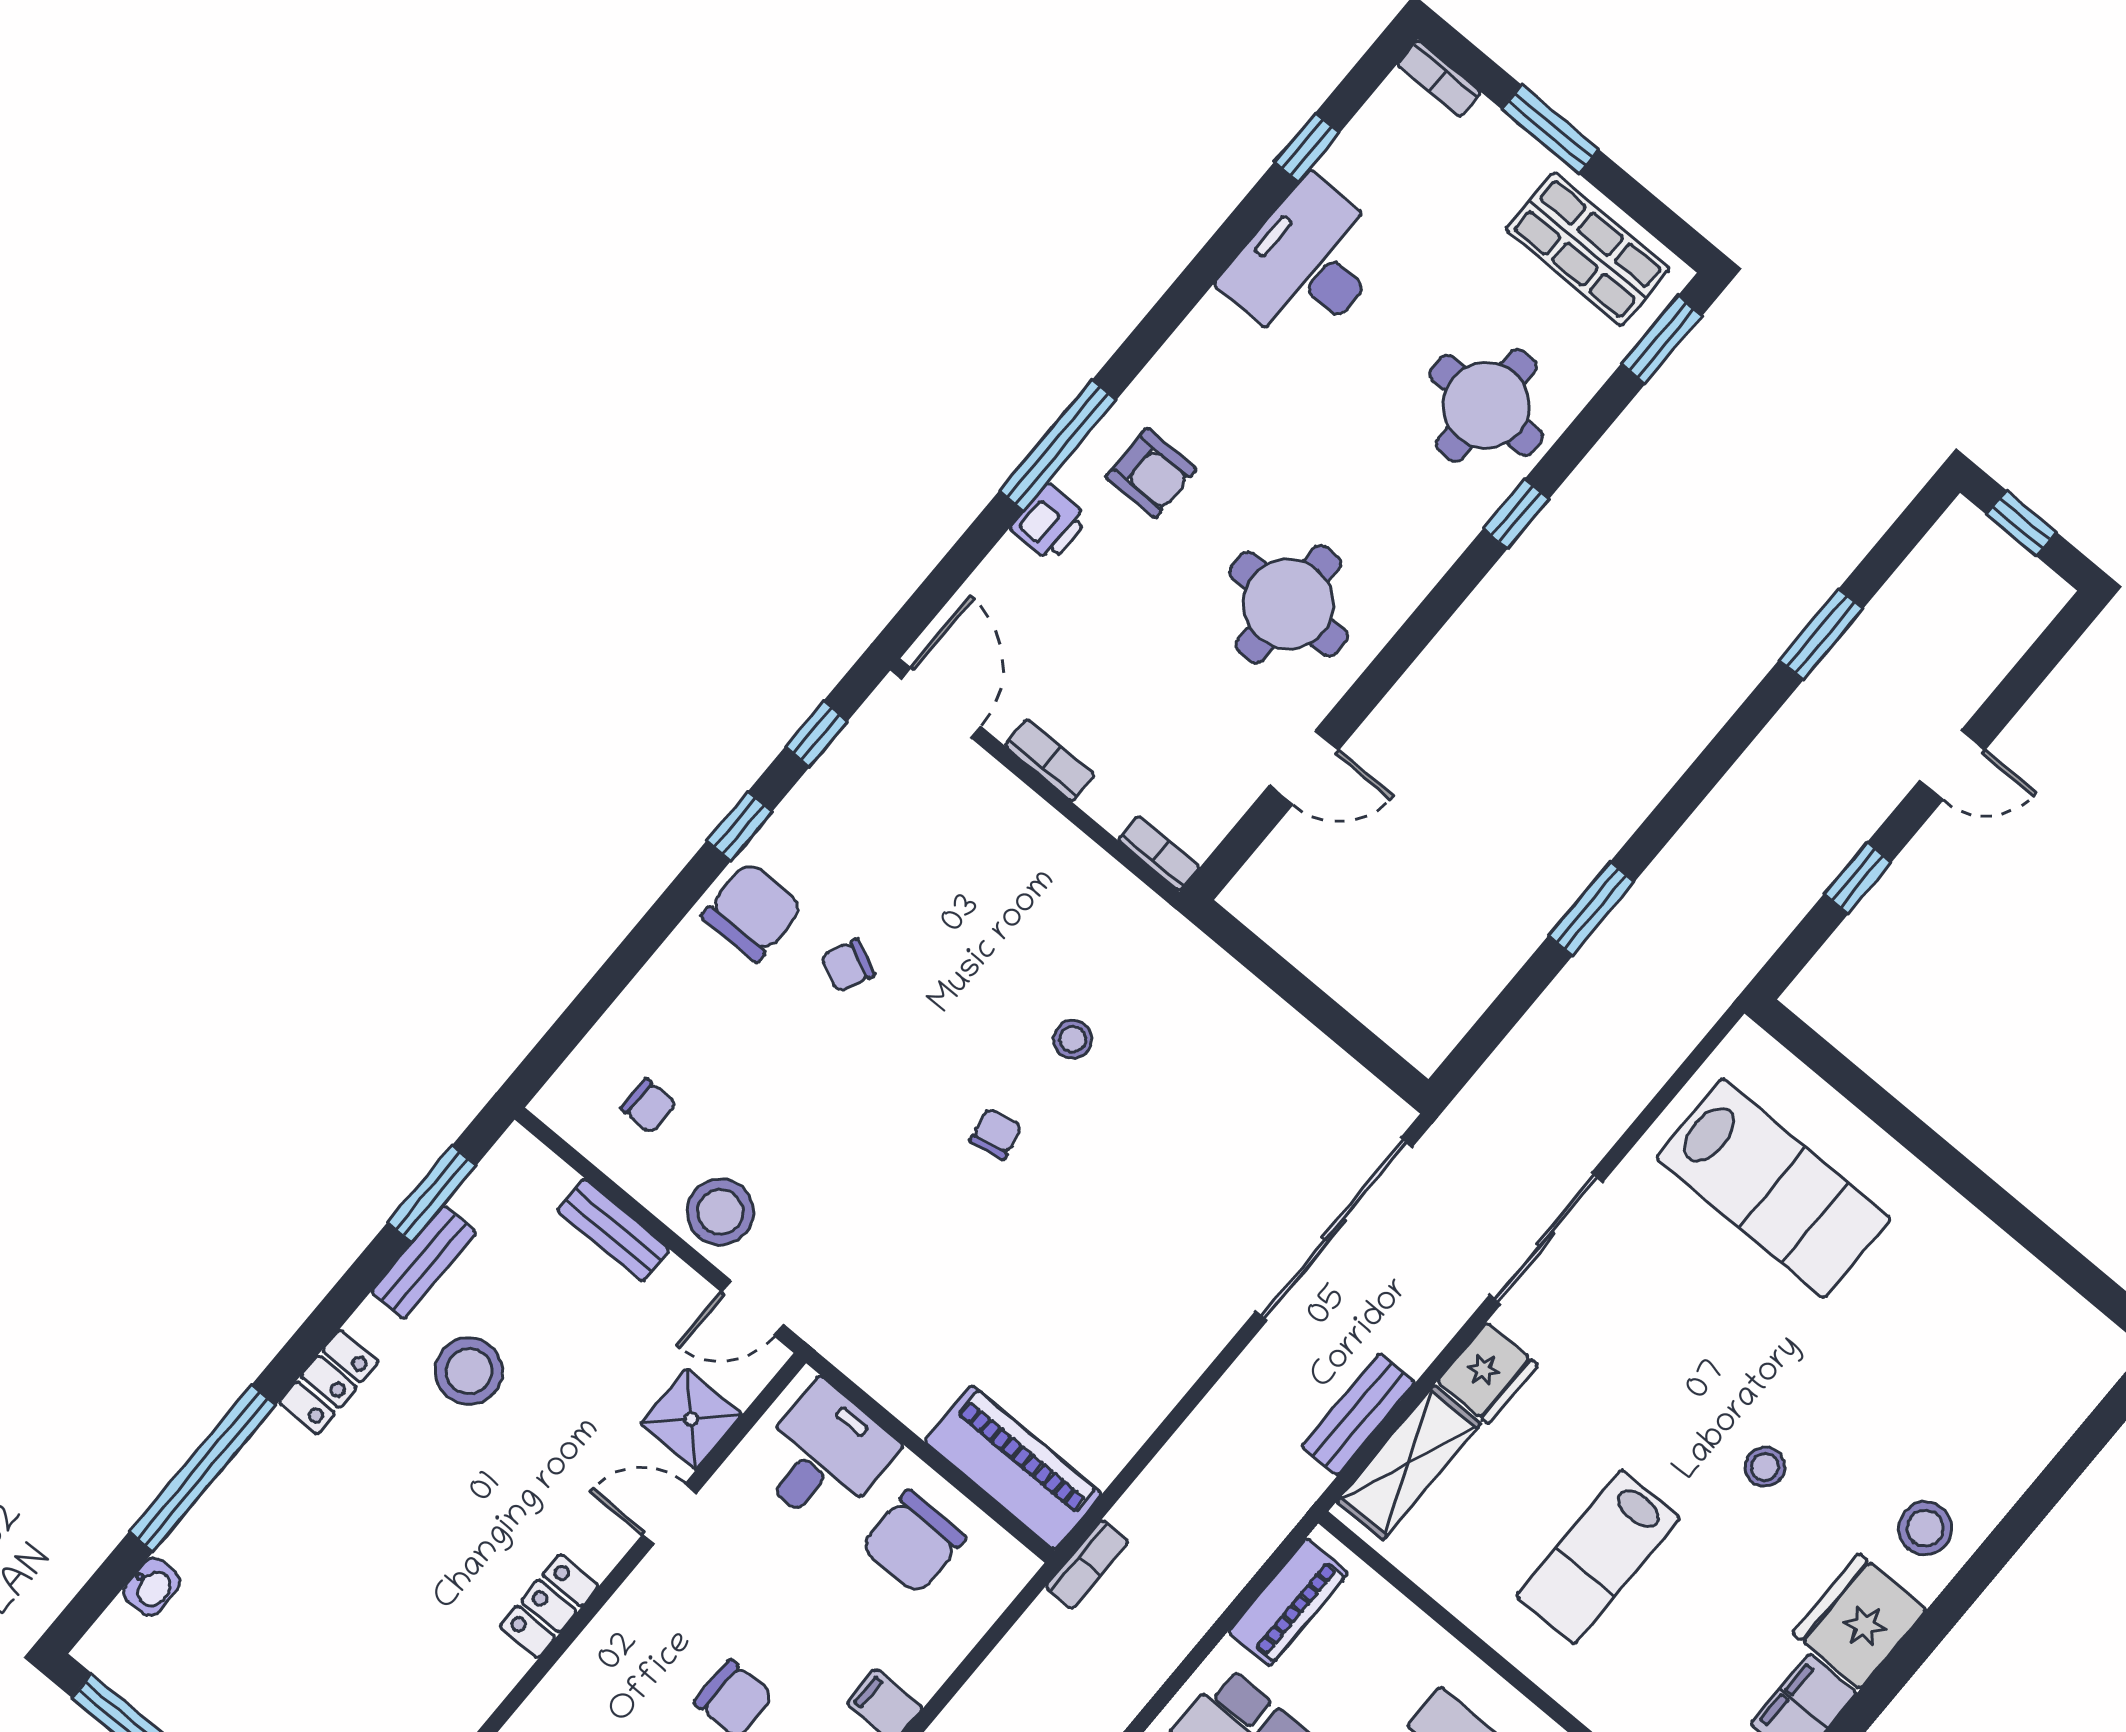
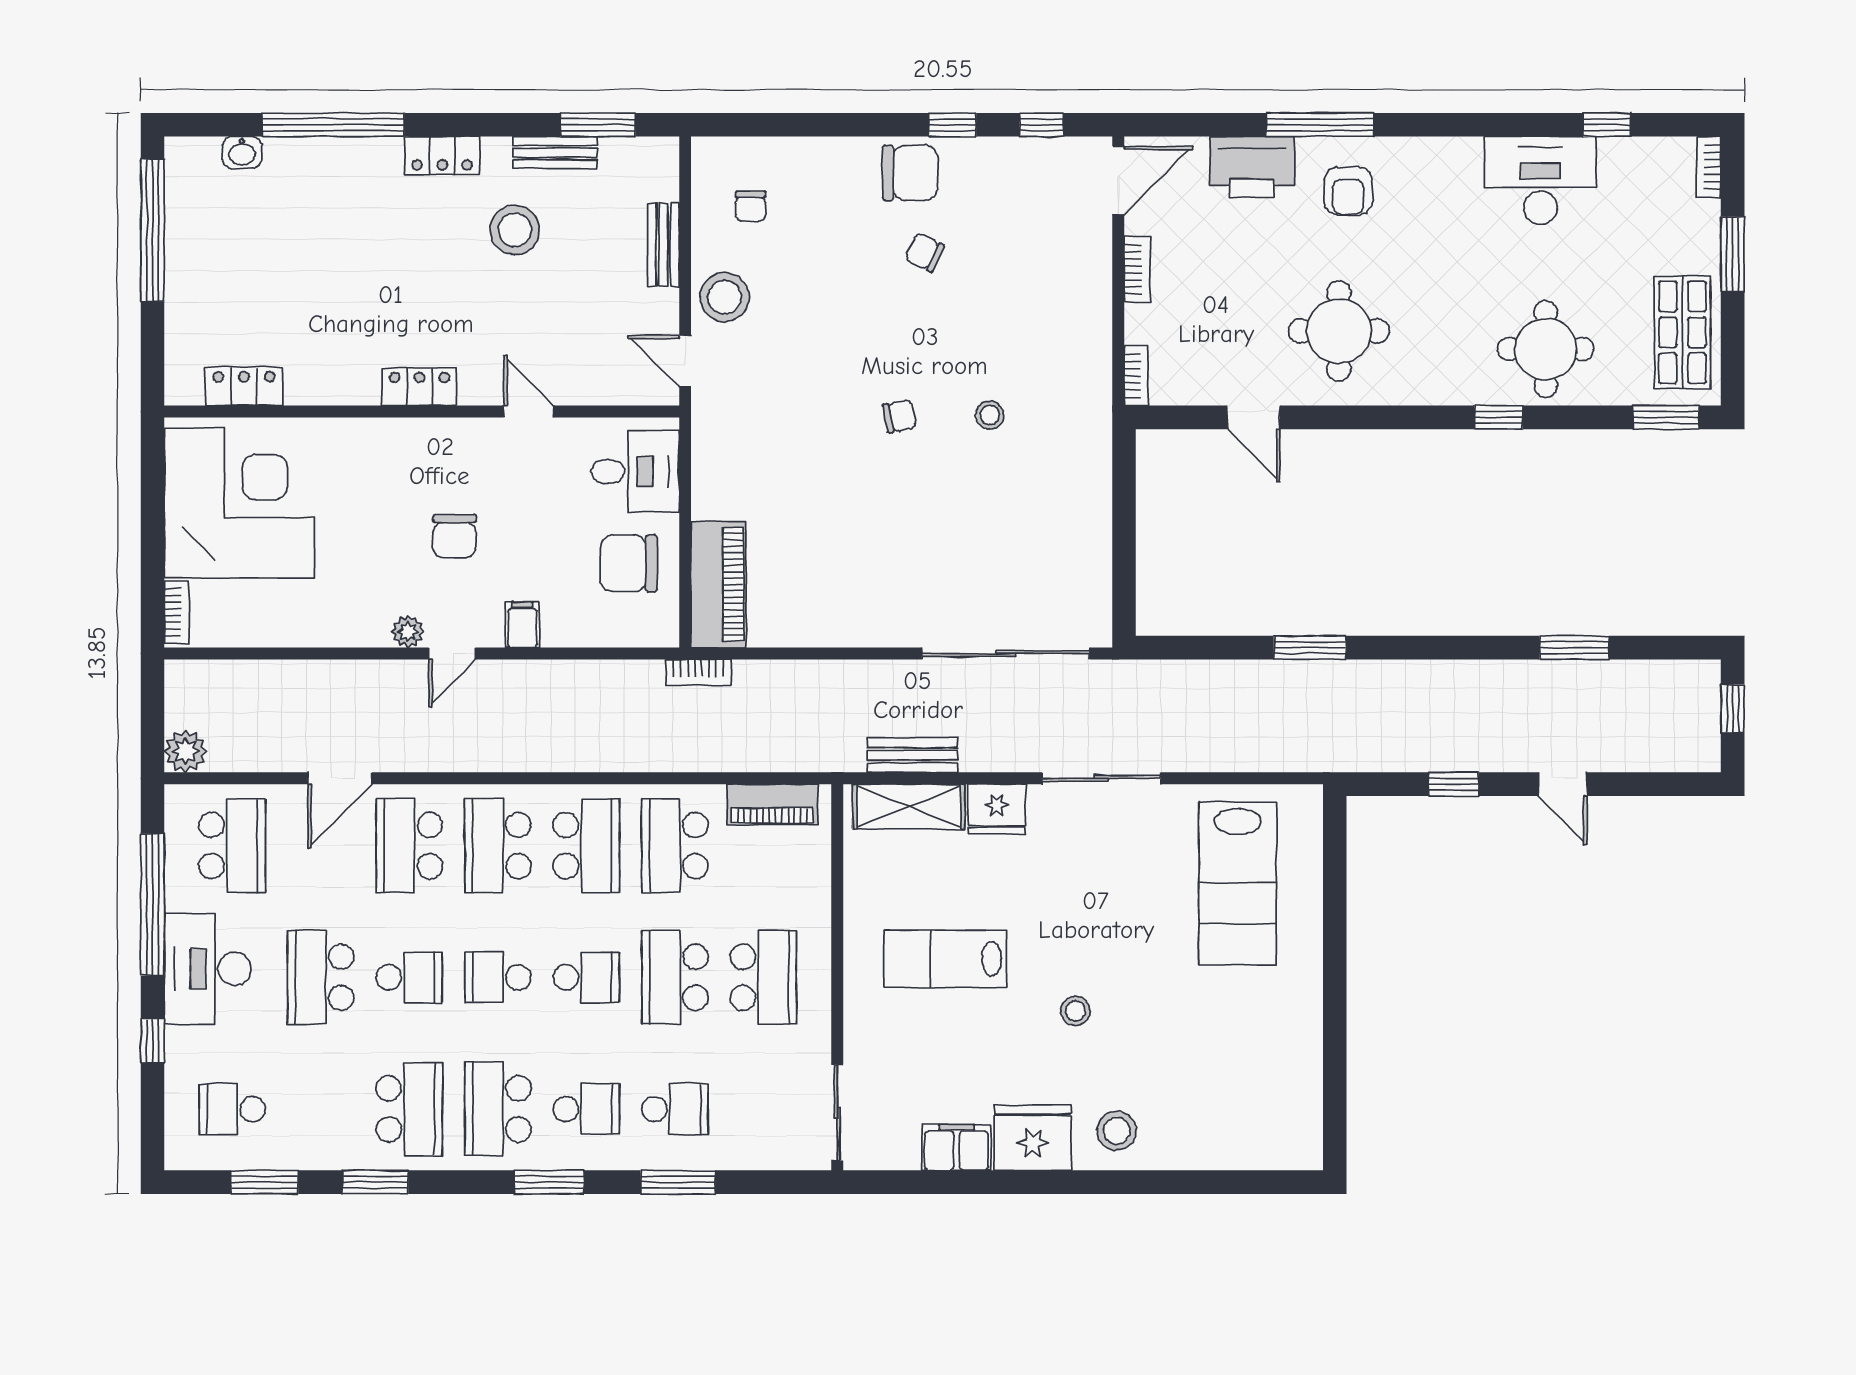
printer: (1050, 523) -> (1252, 167), width x1.87, depth x1.48
shower: (691, 1419) -> (593, 379), removed

